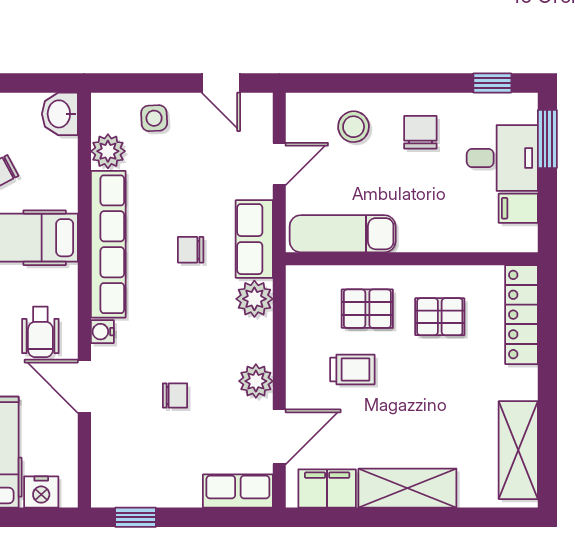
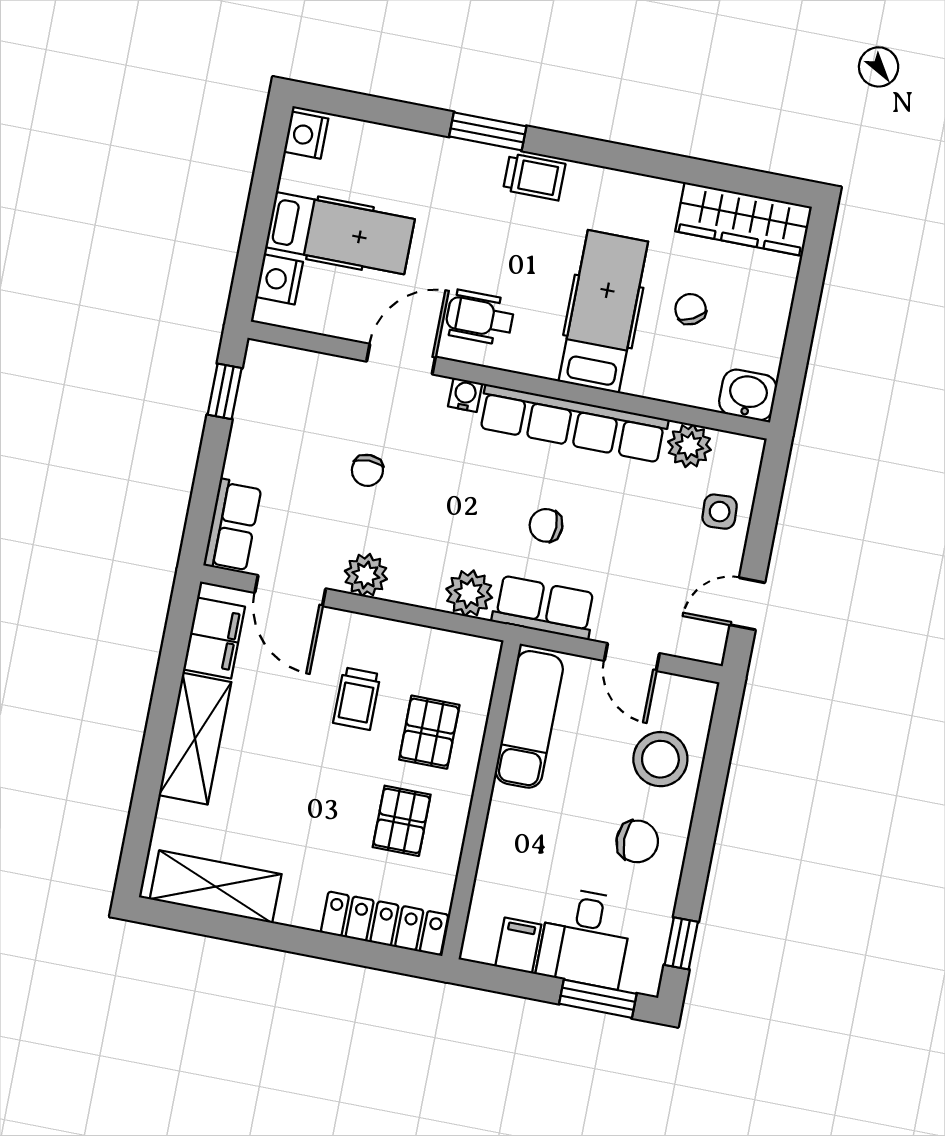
stool: (354, 127) -> (660, 759), width x1.38, depth x1.38
chair: (191, 250) -> (546, 525), turned -90

